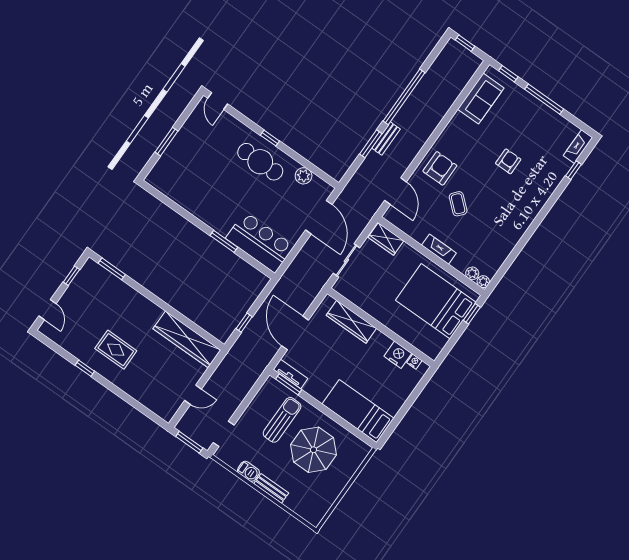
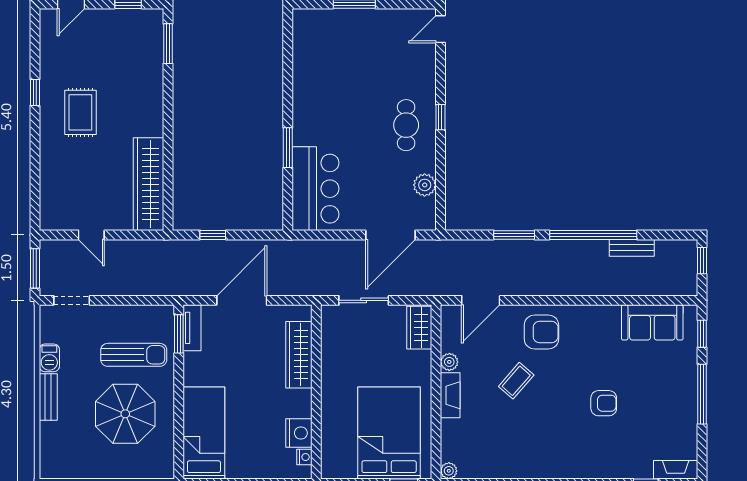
bench: (386, 139) -> (632, 248), moved
cafe table: (260, 162) -> (406, 125), width x0.73, depth x0.74
plant: (472, 273) -> (449, 362), moved

